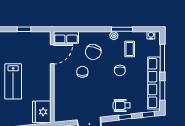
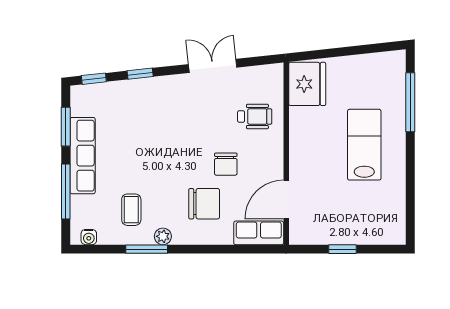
chair: (93, 52) -> (204, 204), turned 74
chair: (120, 70) -> (151, 167), removed
row of seats: (154, 83) -> (83, 156), width x0.73
wheelchair: (122, 105) -> (255, 116), moved

